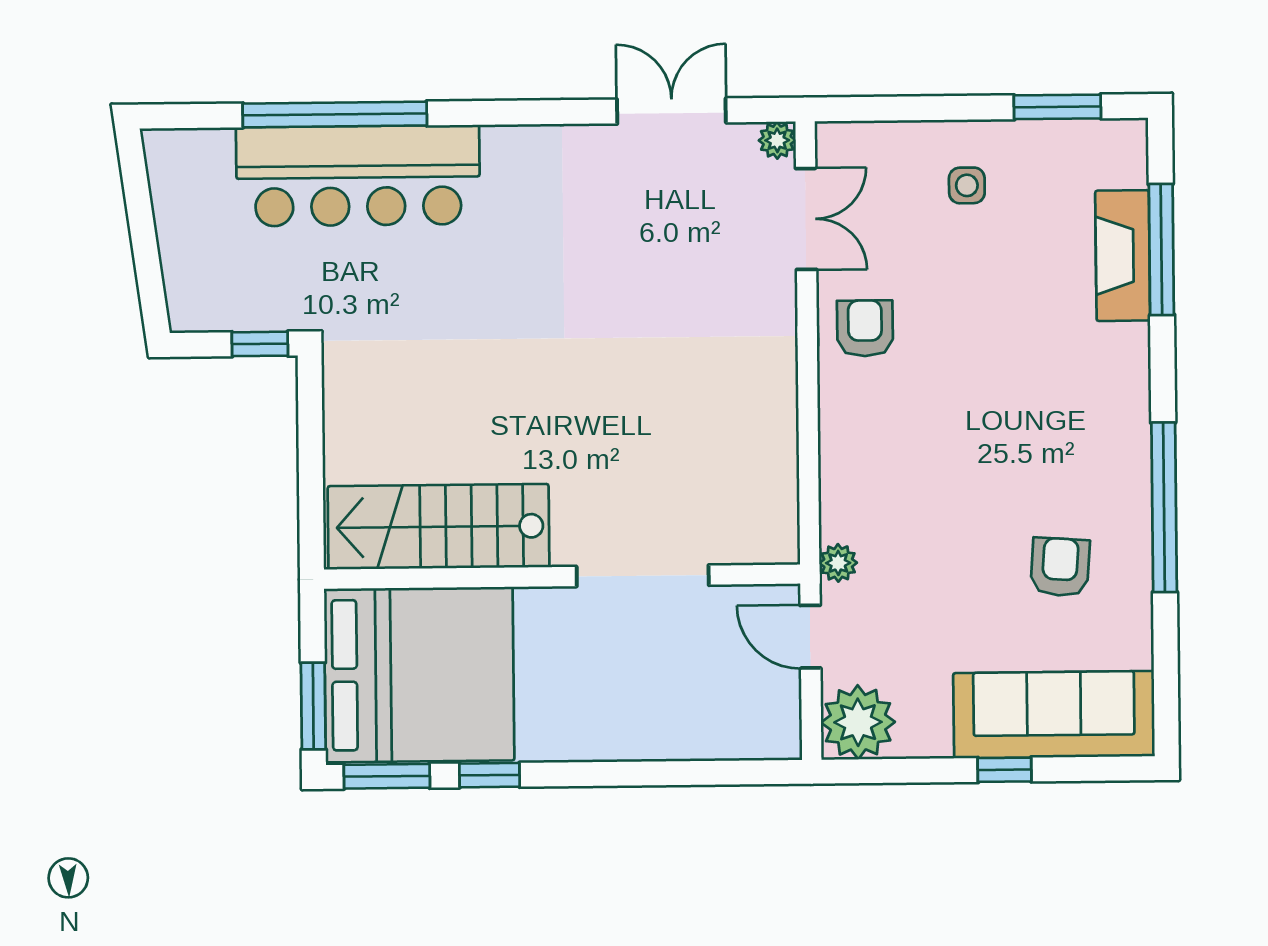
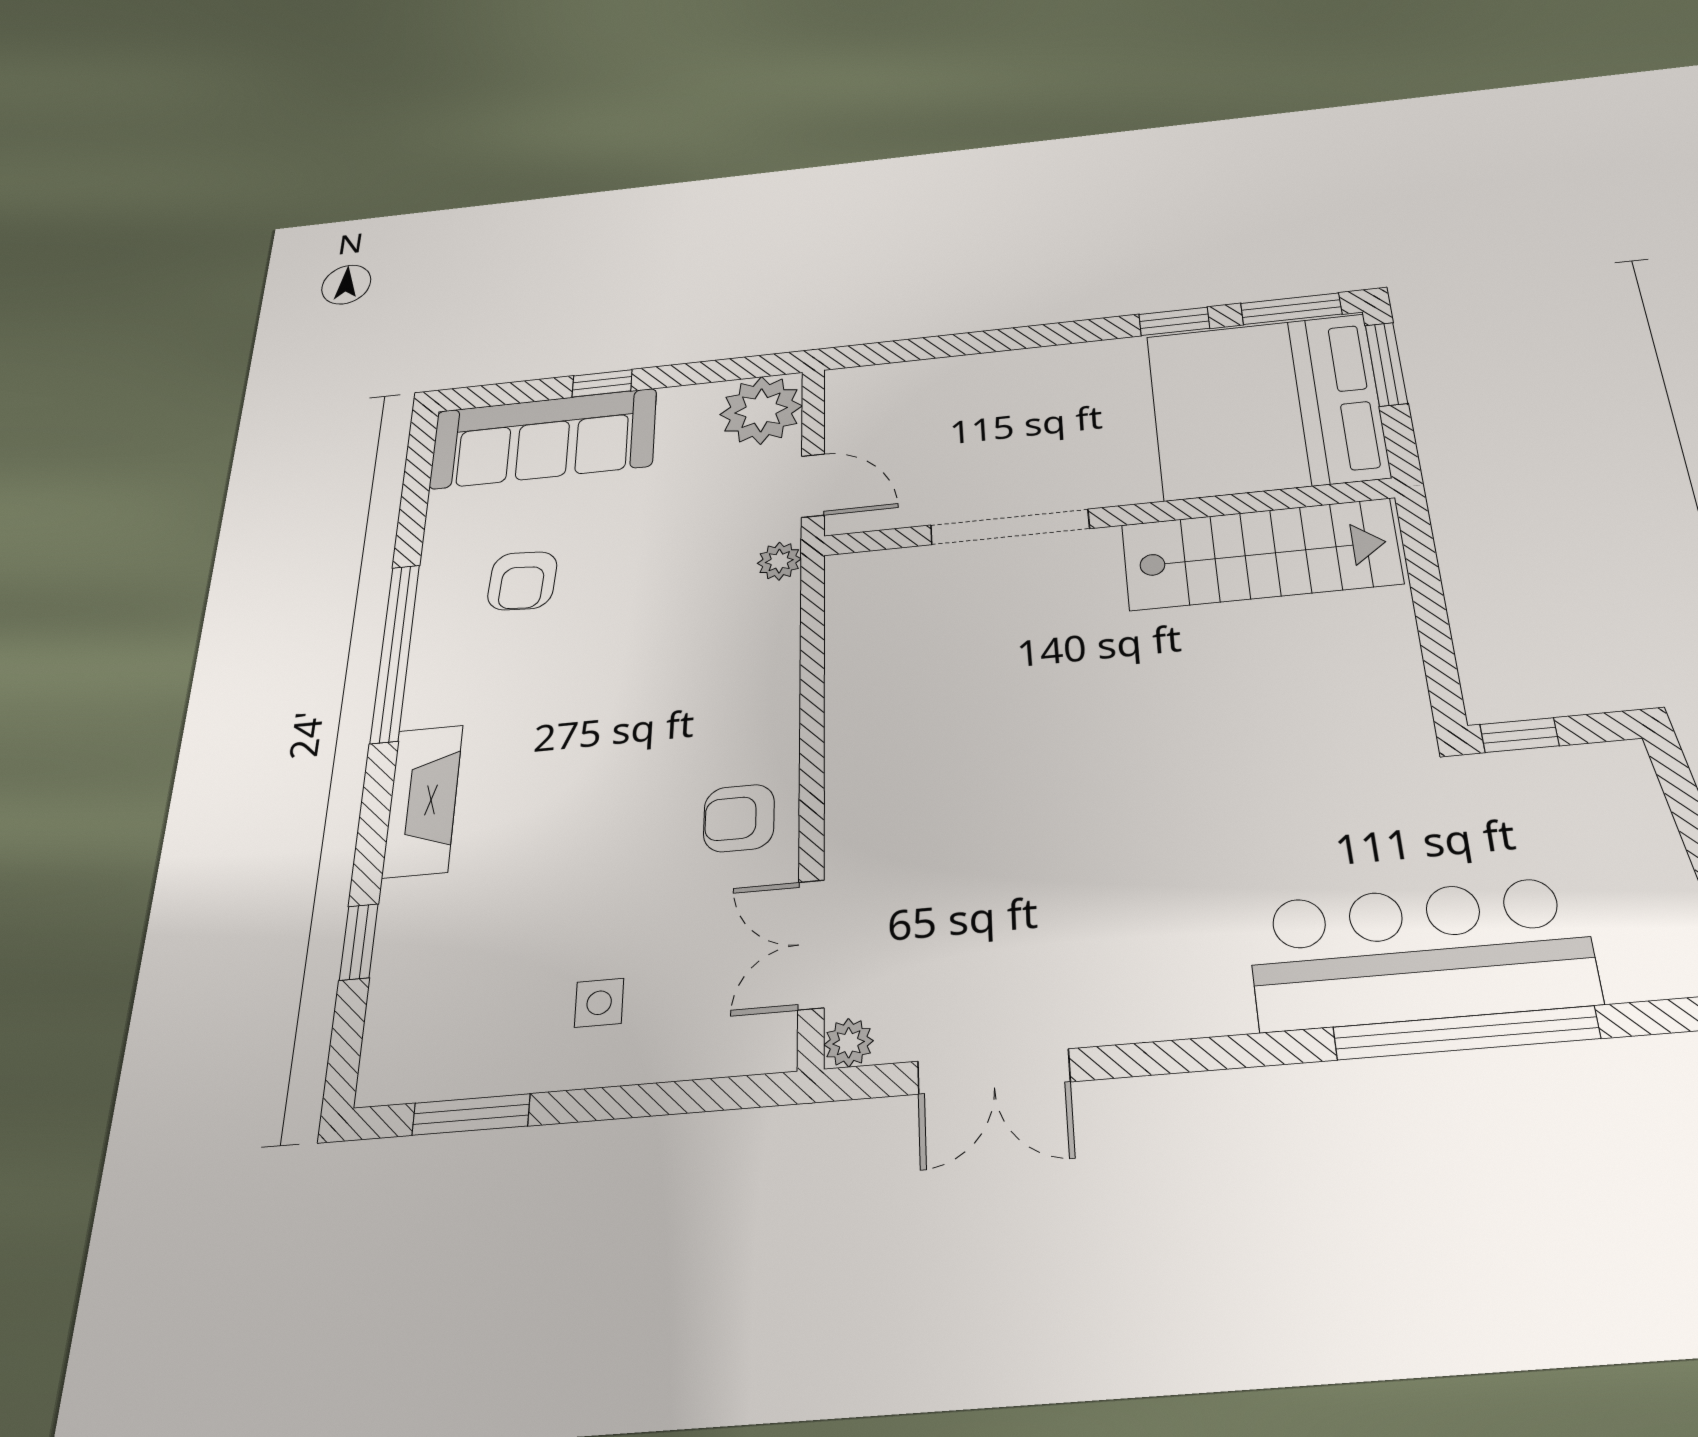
window: (1161, 249) -> (359, 942), width x0.46
fireplace: (1123, 256) -> (423, 801), moved
armchair: (865, 328) -> (739, 818), turned 90

